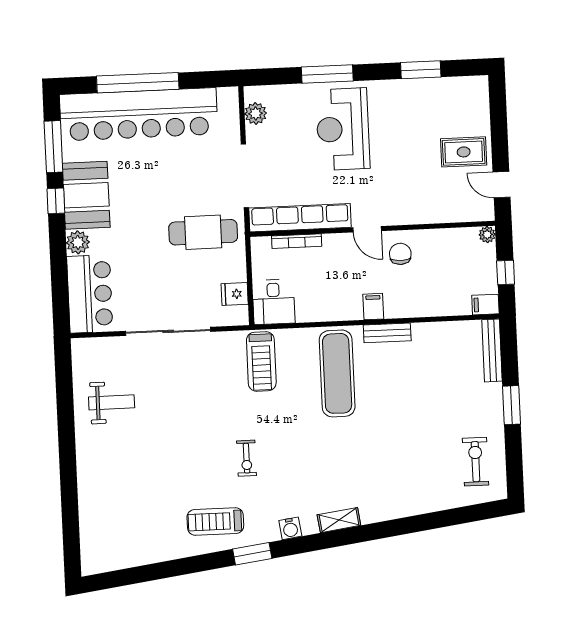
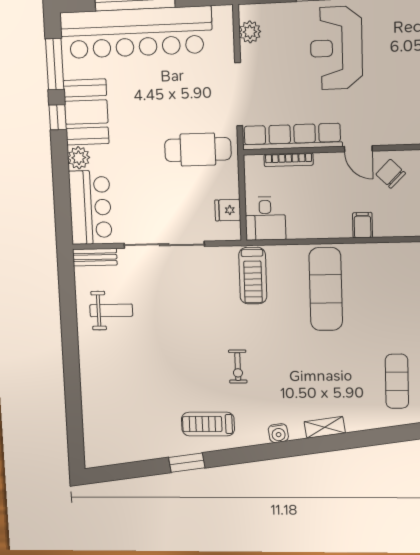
chair: (400, 254) -> (391, 174), turned -45
bench: (387, 333) -> (95, 257), moved
exercise mat: (413, 468) -> (397, 381), added
window: (252, 554) -> (187, 463), moved

